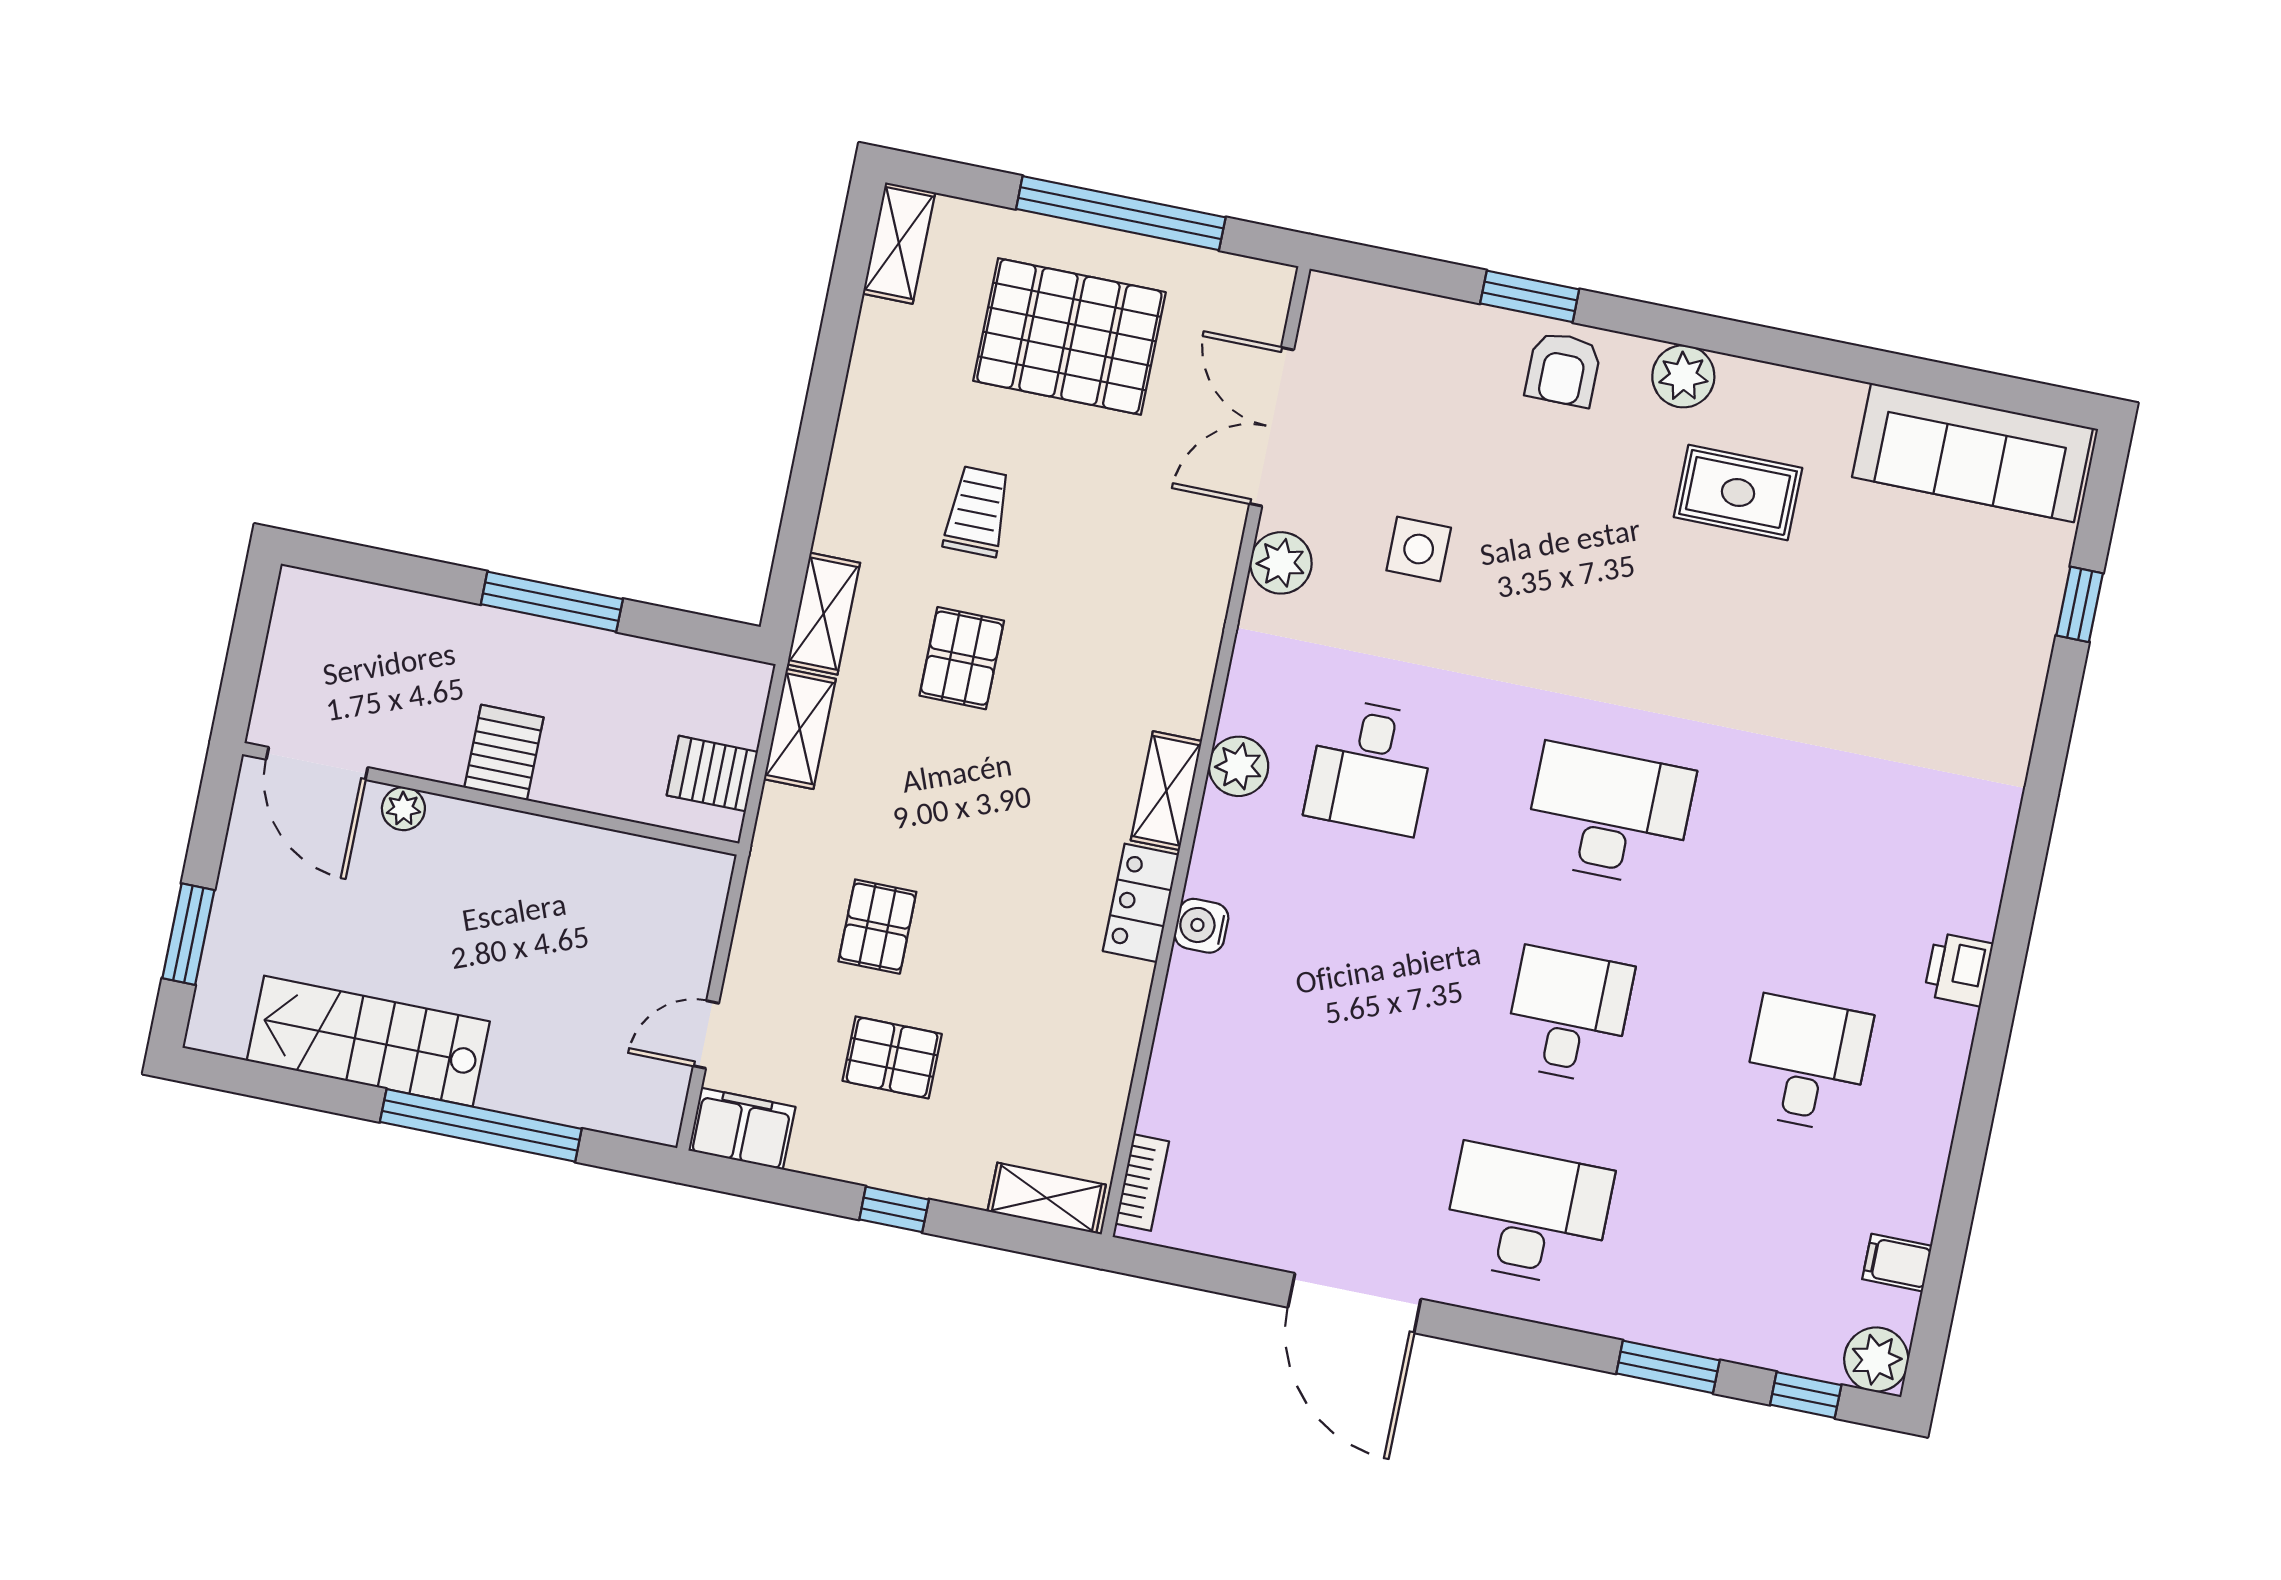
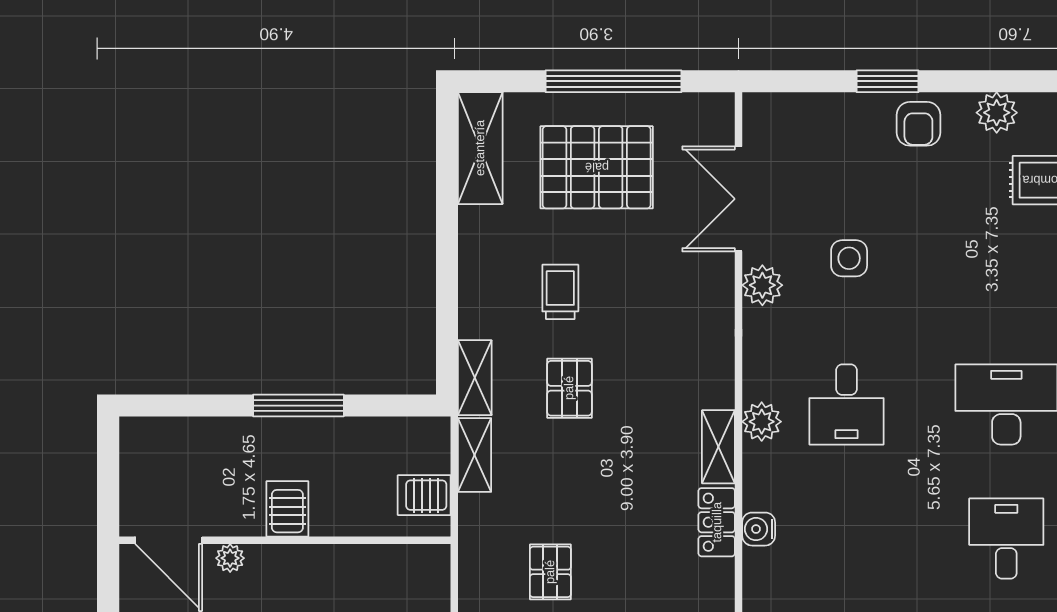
shelving: (899, 243) -> (480, 148), width x1.50, depth x1.33

